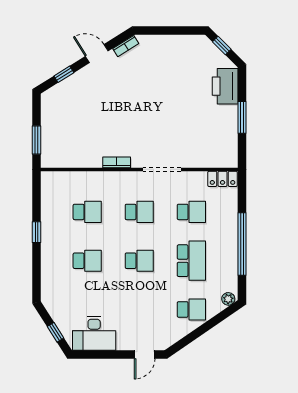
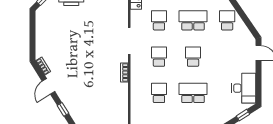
school desk: (87, 261) -> (193, 93), width x1.85

